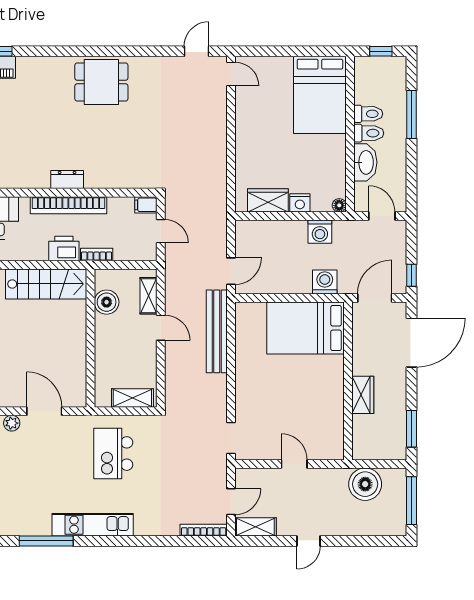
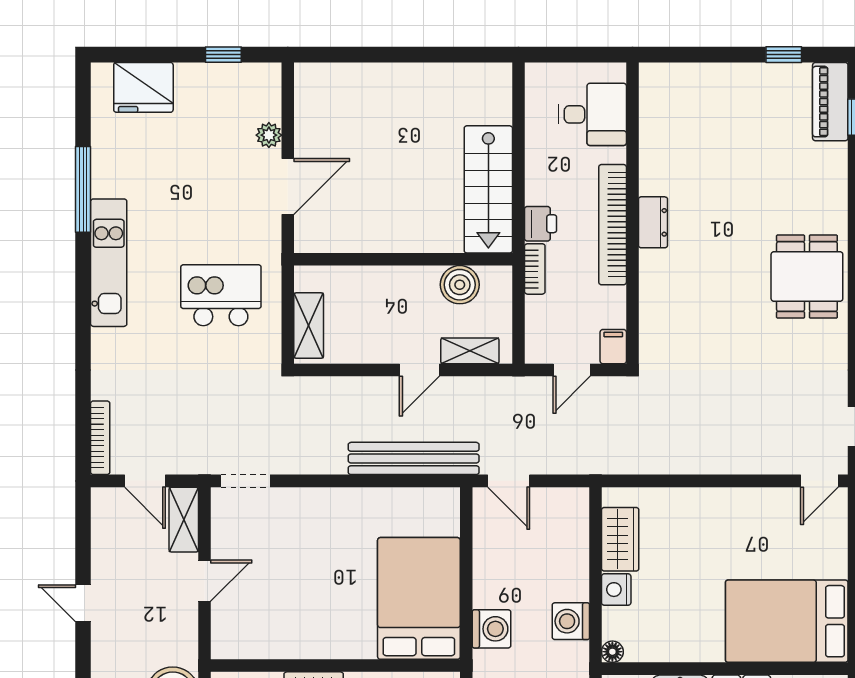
printer: (64, 248) -> (541, 224), width x0.73, depth x0.81
shelving: (255, 527) -> (184, 520), moved

